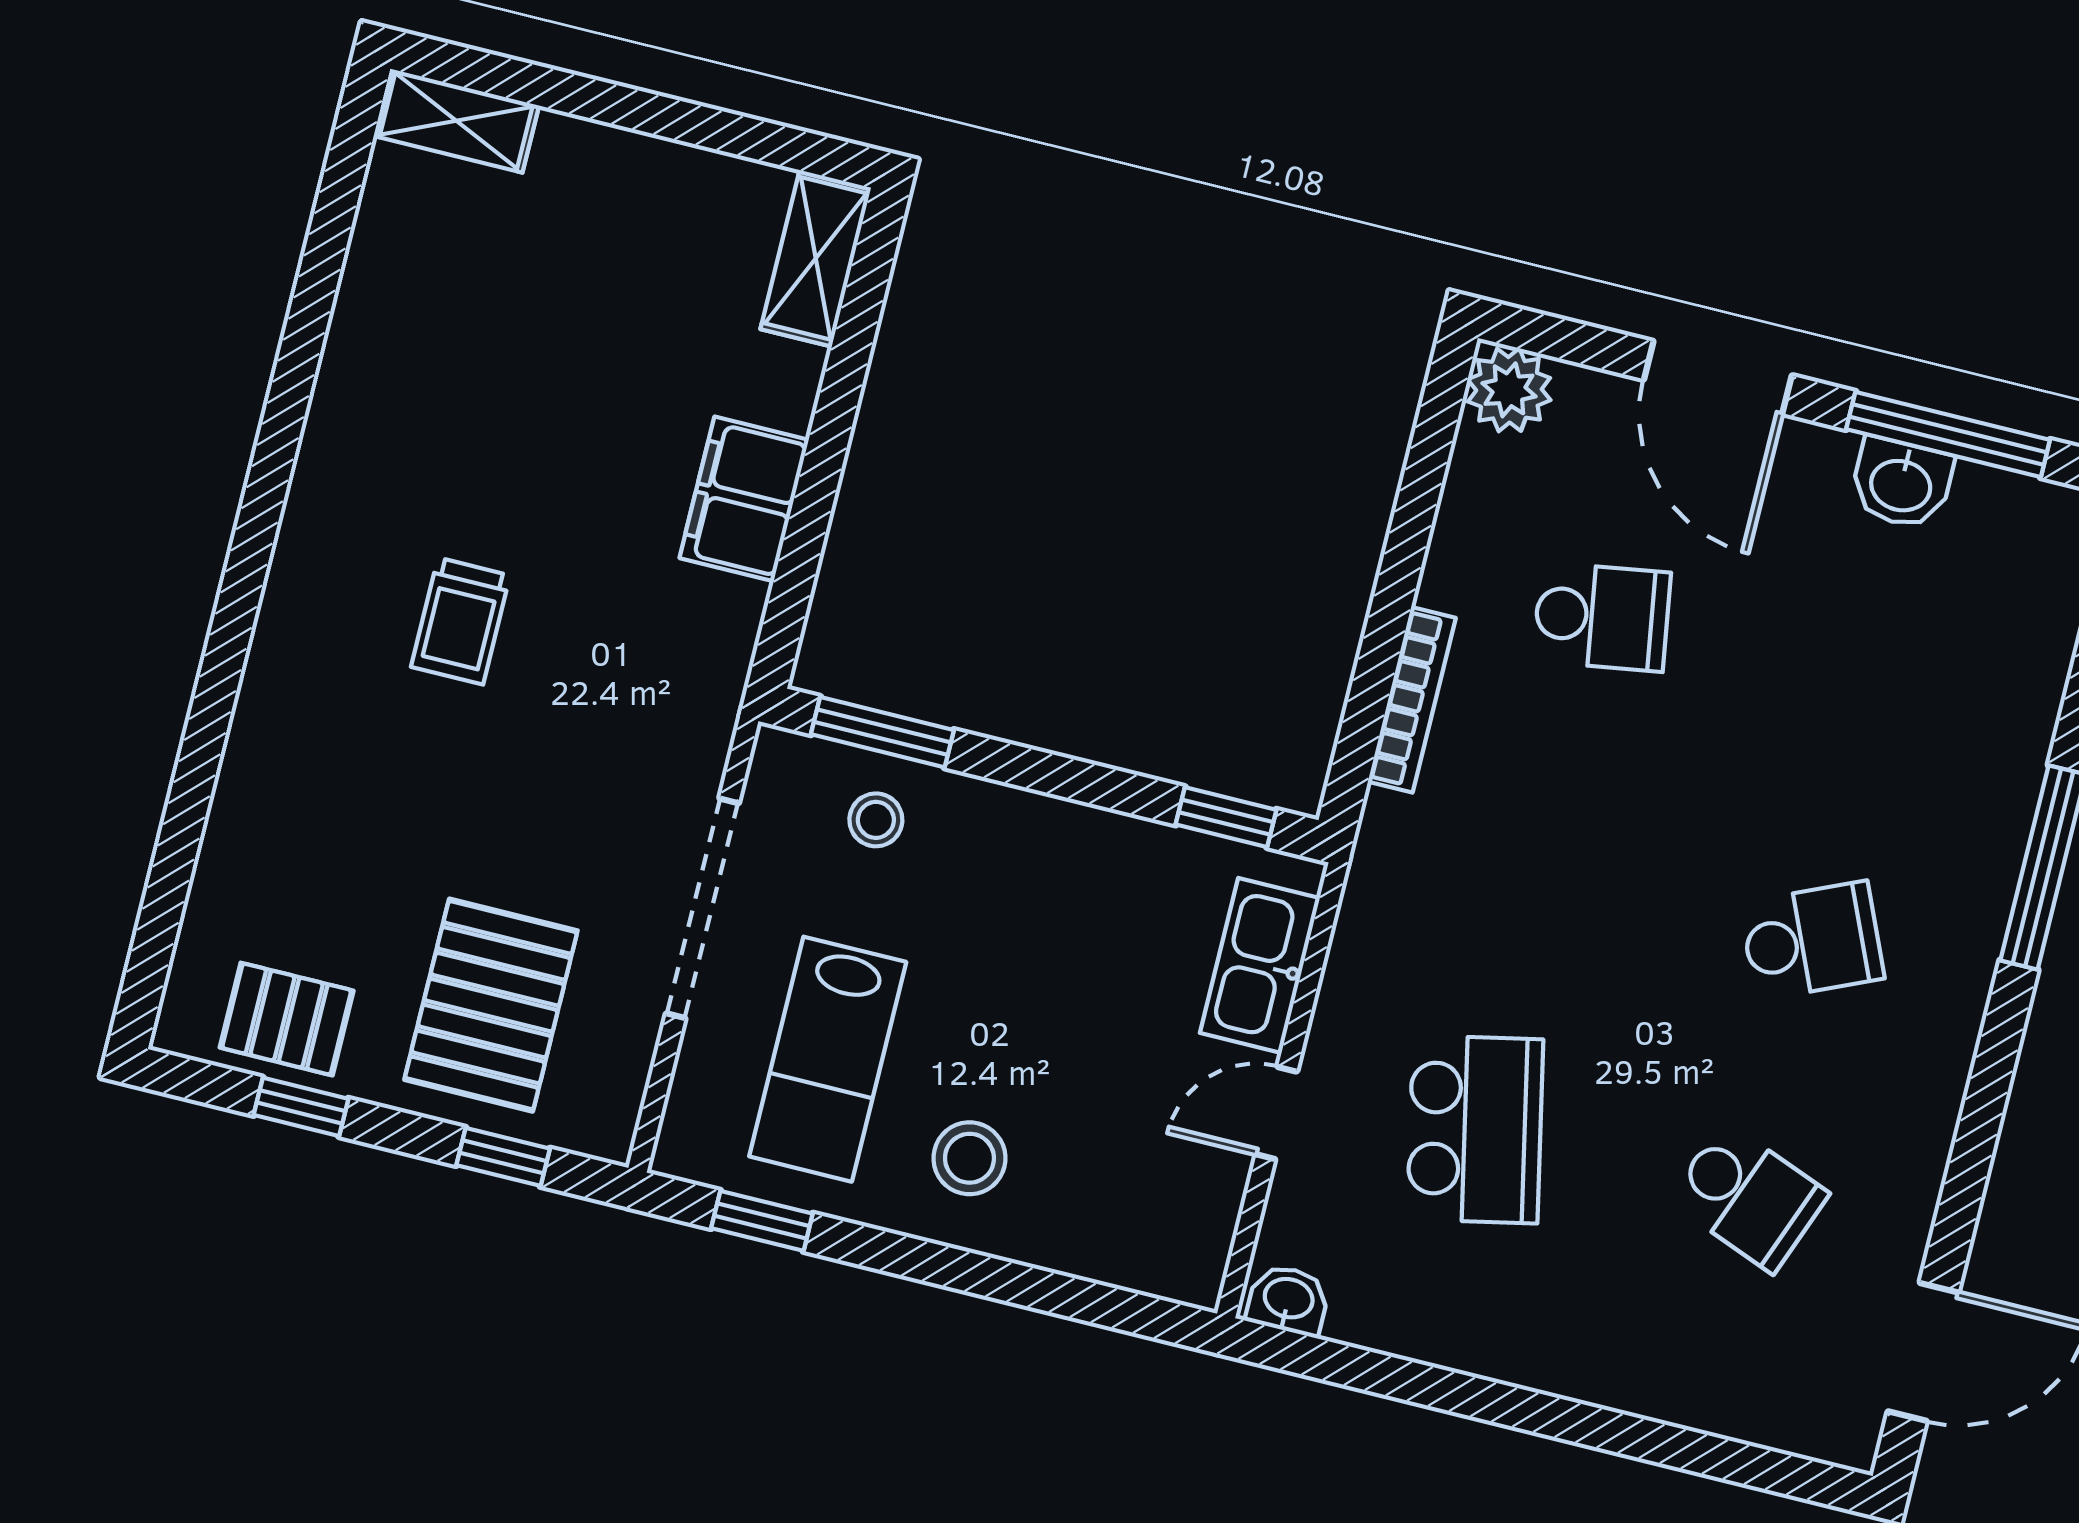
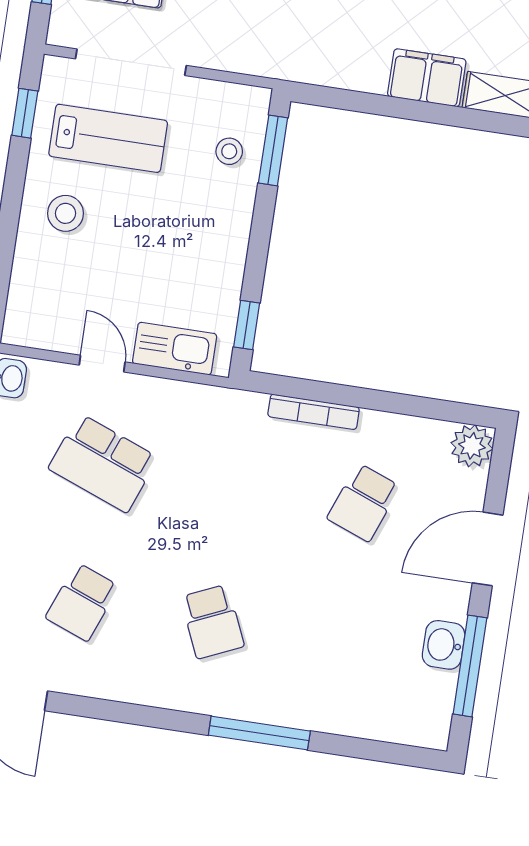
filing cabinet: (744, 499) -> (427, 78), moved
school desk: (1602, 617) -> (363, 502), turned 30
doorway: (702, 908) -> (131, 62), moved
lab bench: (828, 1059) -> (108, 138), turned 180
school desk: (1475, 1129) -> (103, 463), turned 33

